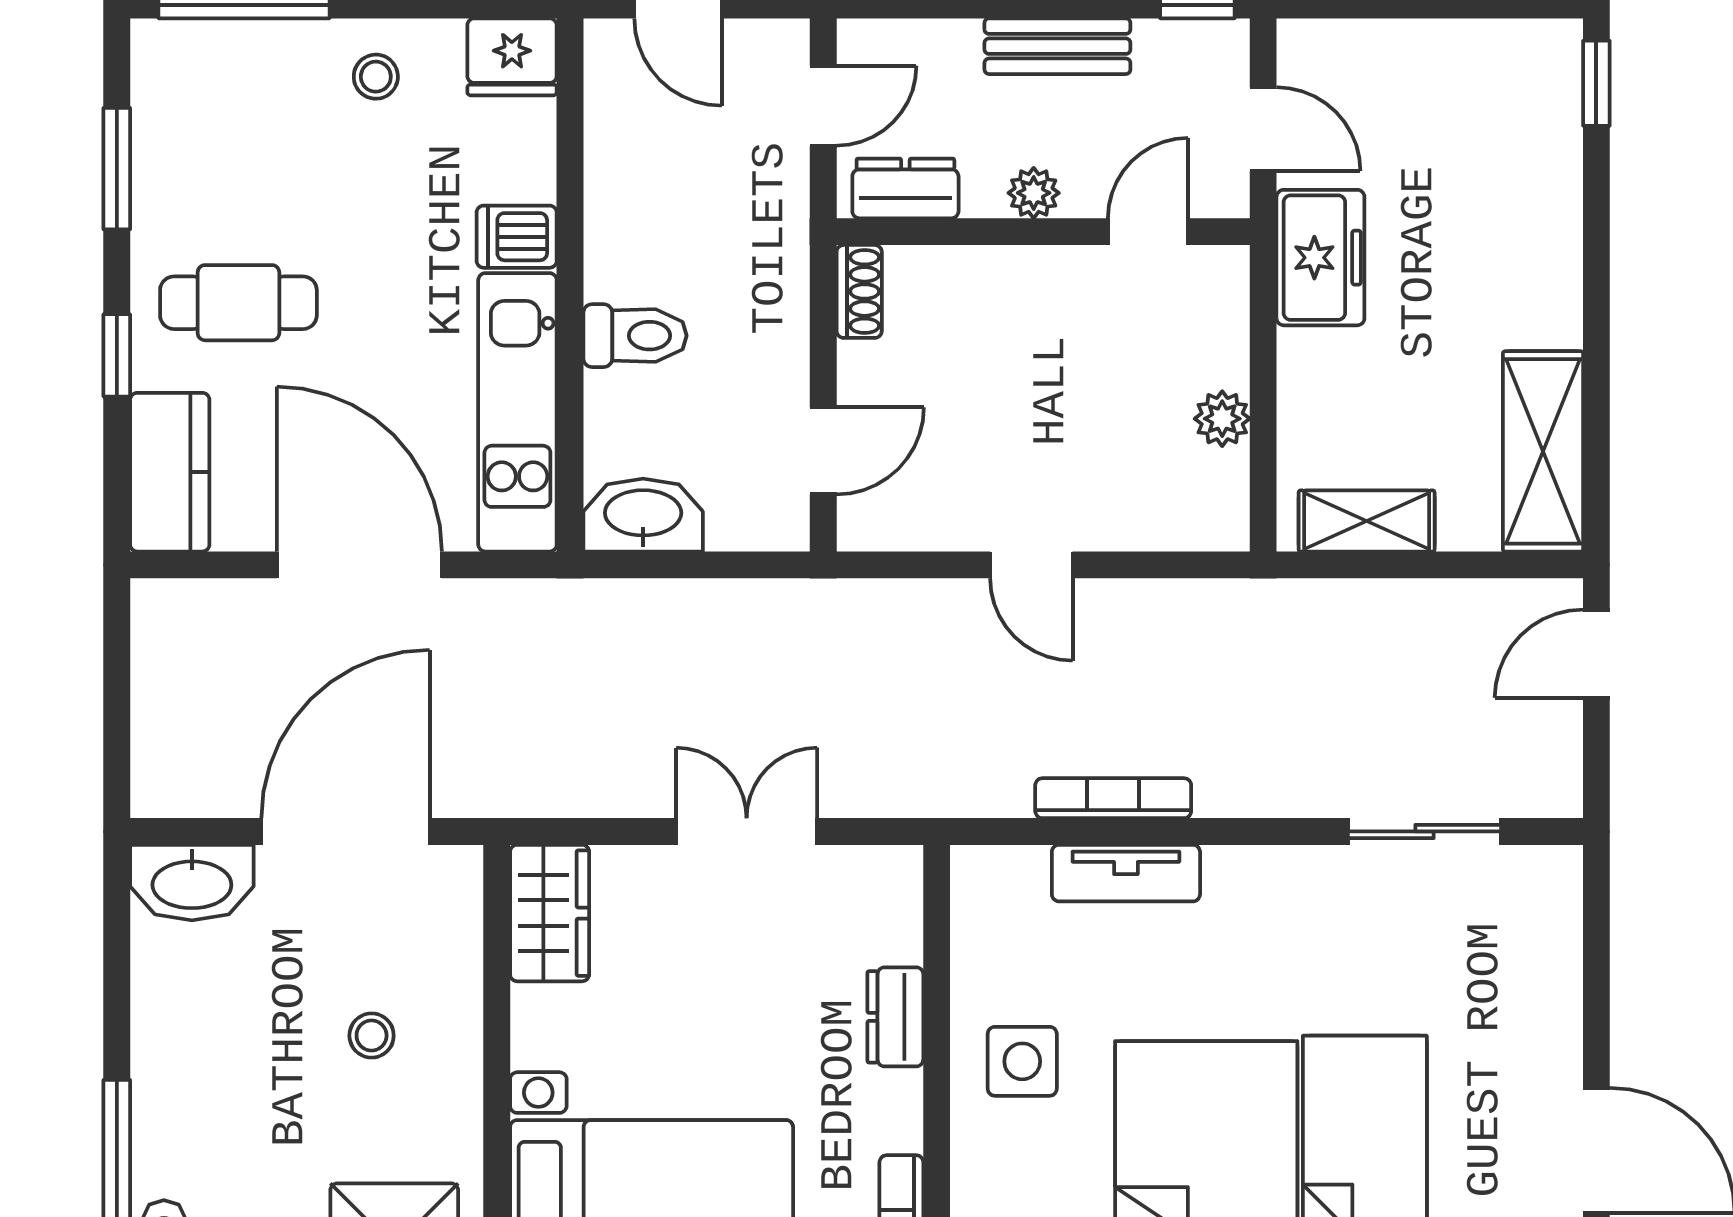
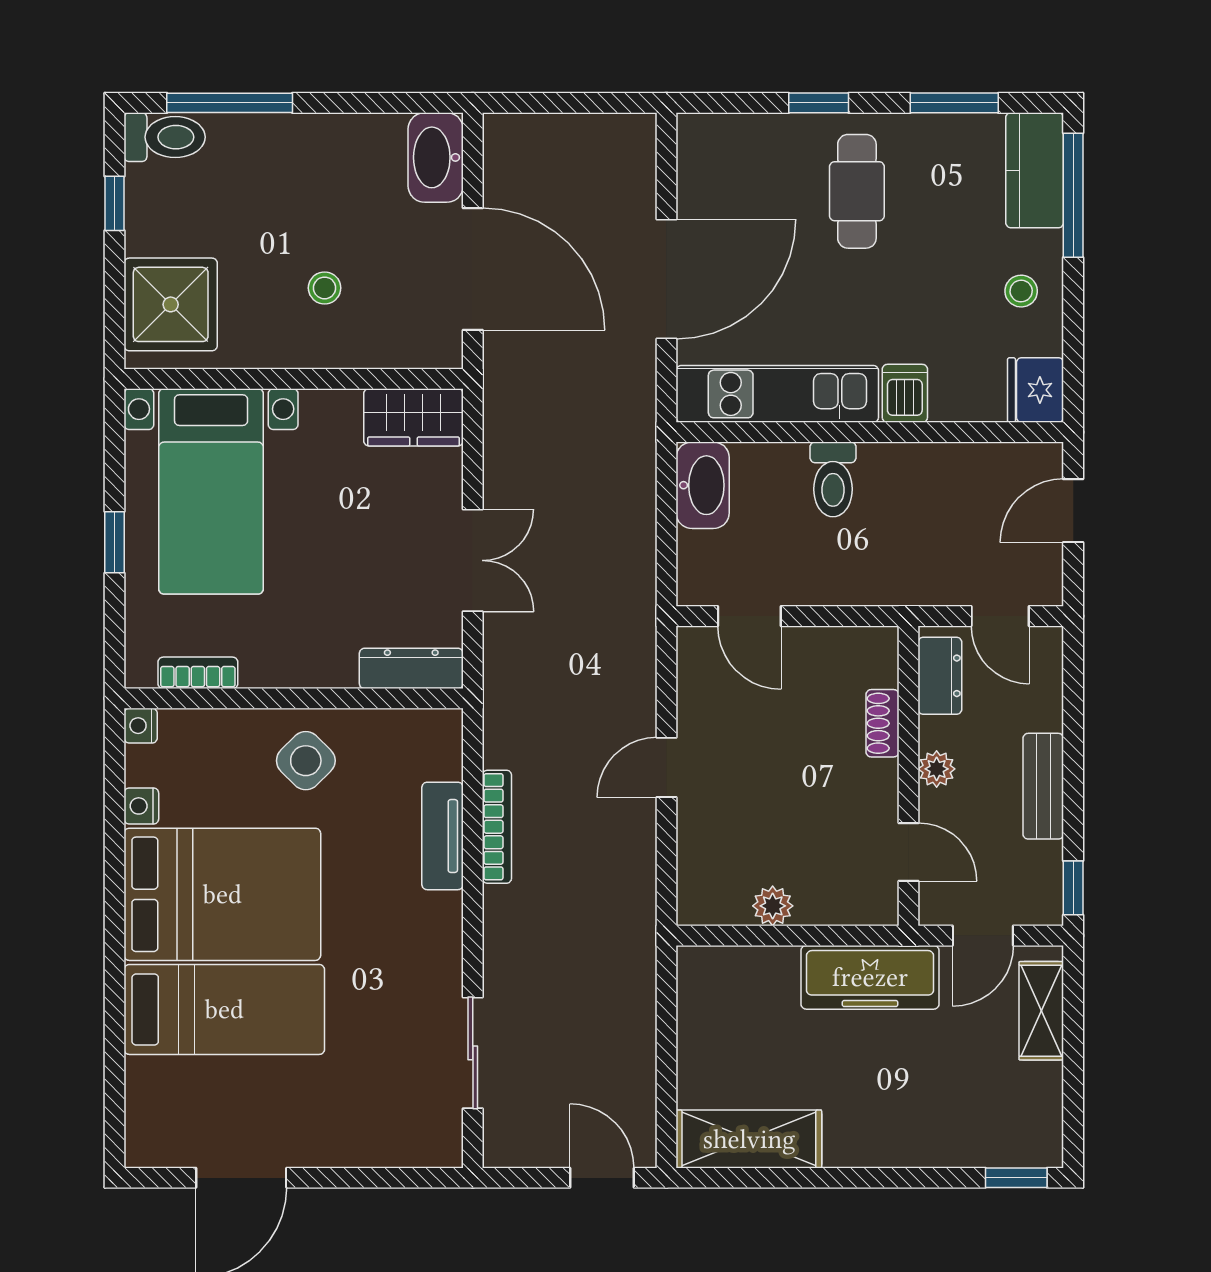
freezer: (1320, 258) -> (870, 977), width x1.40
shoe rack: (859, 291) -> (882, 723), moved, turned 90
kitchen counter: (170, 472) -> (1035, 170), moved, turned 90
shelving: (1367, 521) -> (1041, 1011), moved
dresser: (895, 1017) -> (411, 668), moved, width x1.44
side table: (1022, 1061) -> (306, 761), turned 45

